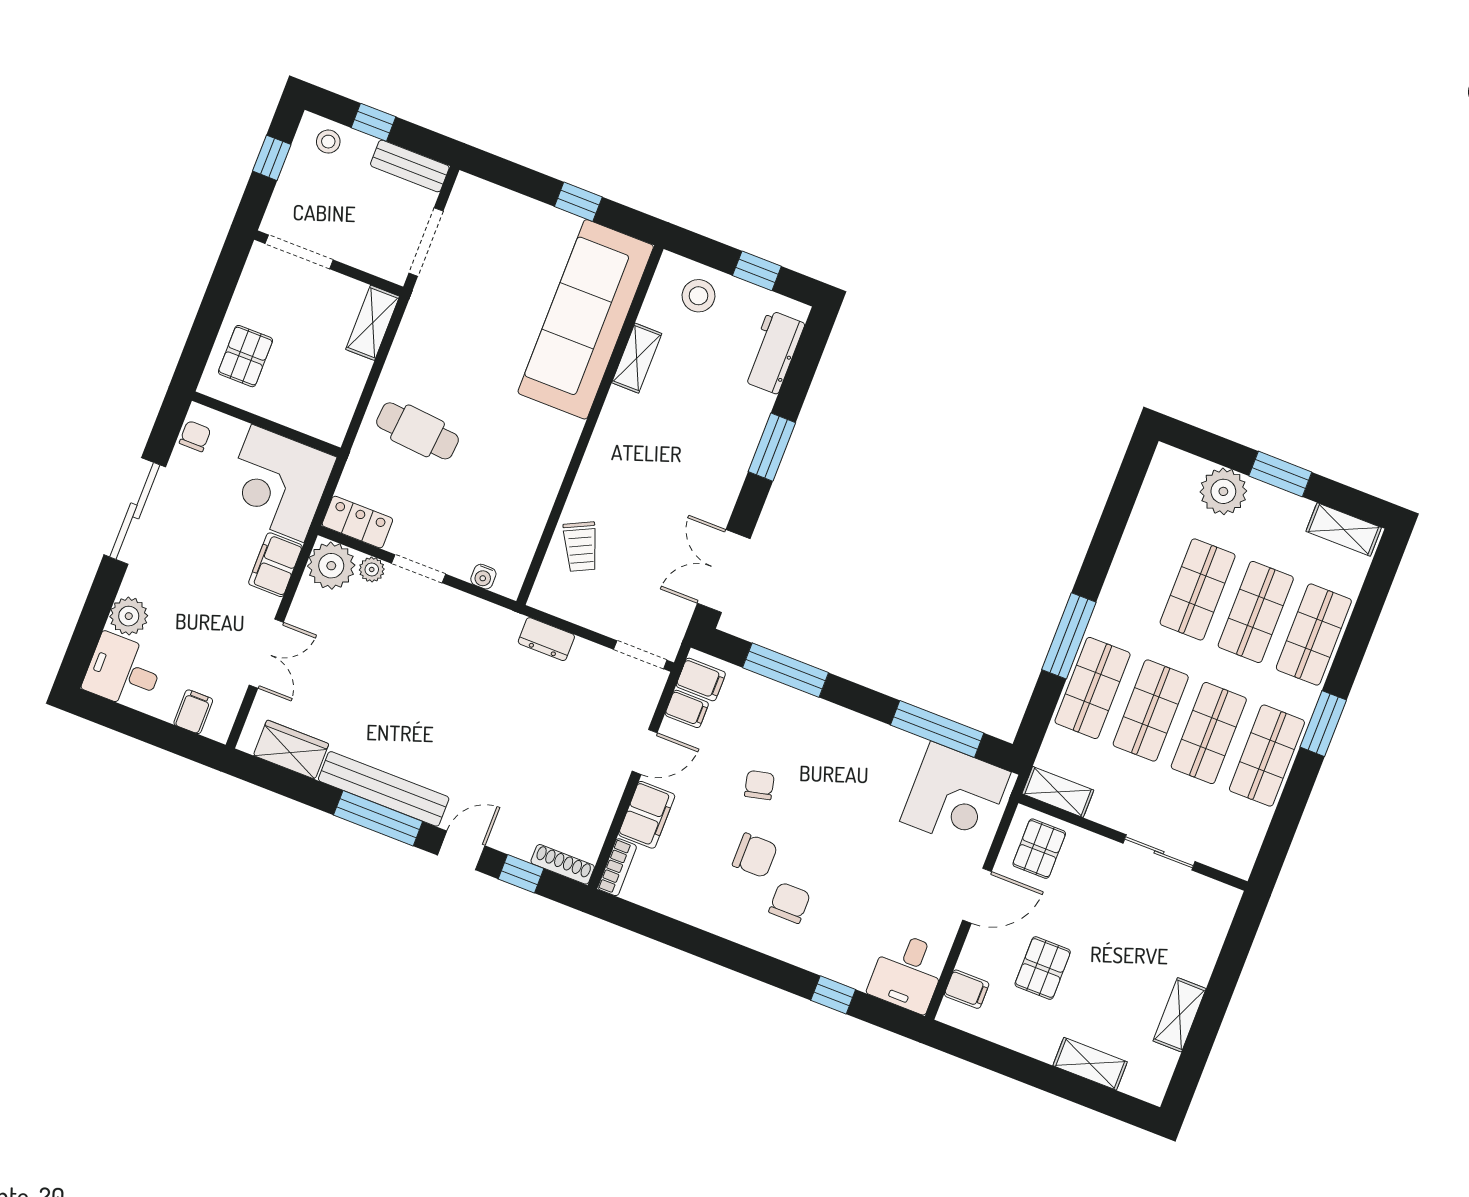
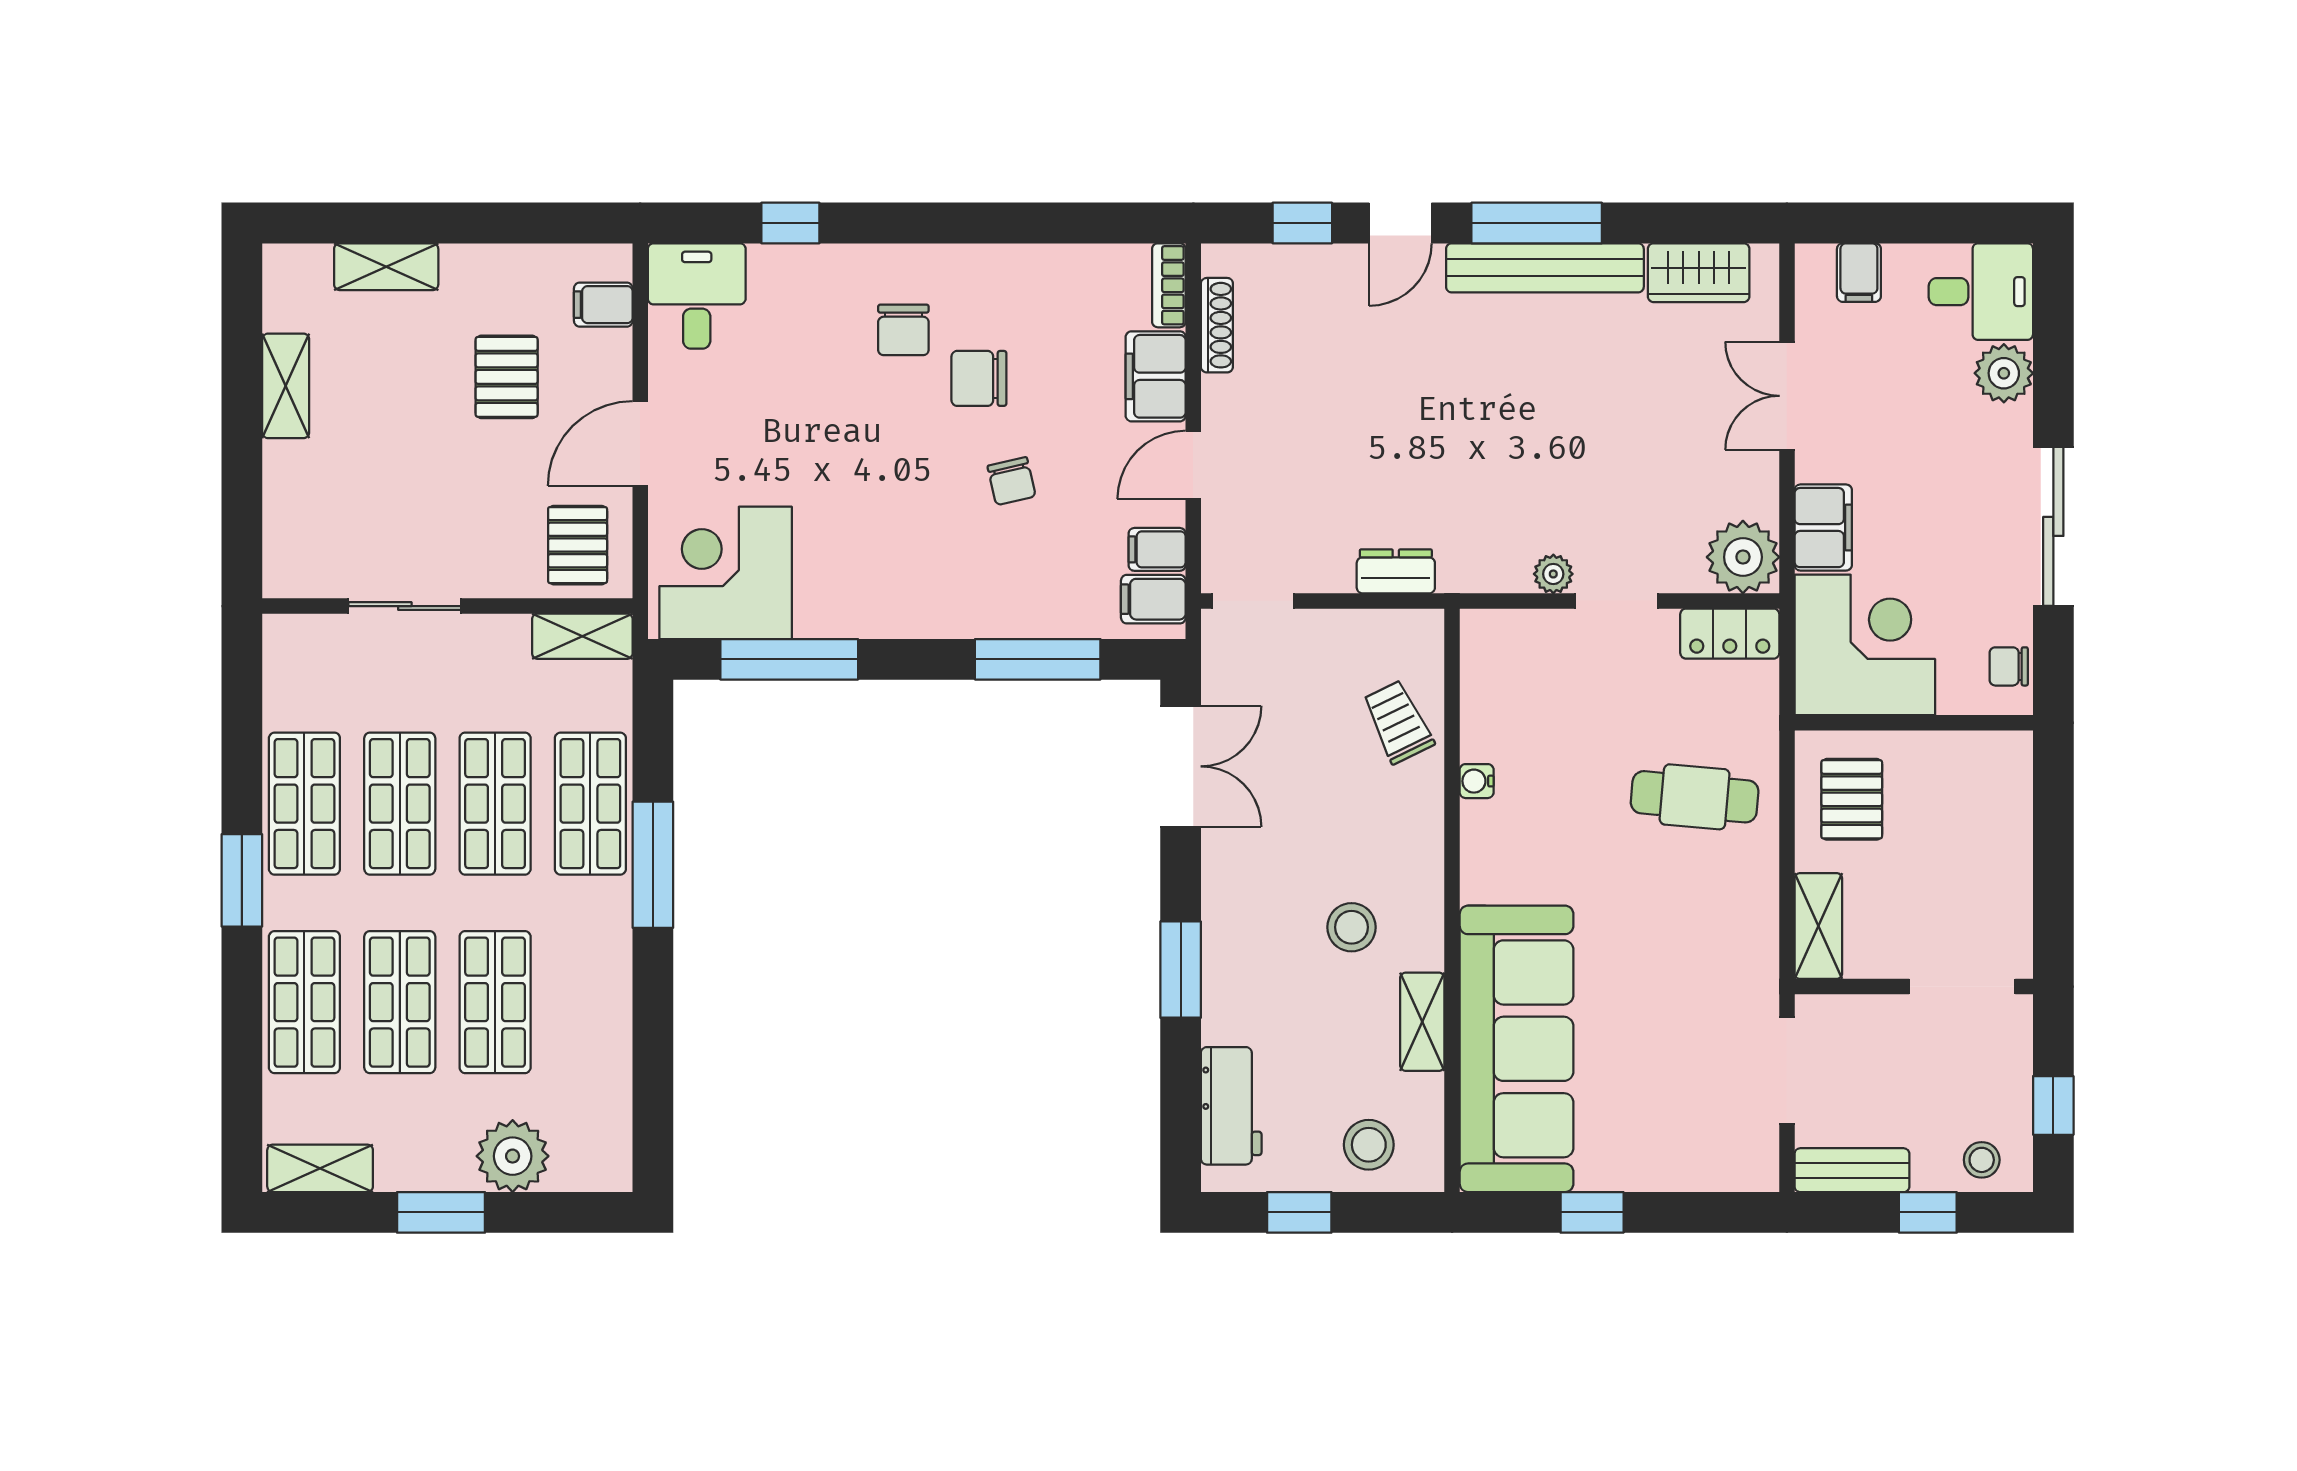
pallet: (245, 356) -> (1852, 799), moved
stool: (658, 433) -> (1352, 927), added
chair: (195, 436) -> (2009, 666), turned 90
plant: (372, 570) -> (1553, 574), moved
water cooler: (483, 577) -> (1477, 781), moved, turned -90
shoe rack: (563, 864) -> (1217, 325), moved, turned -90

